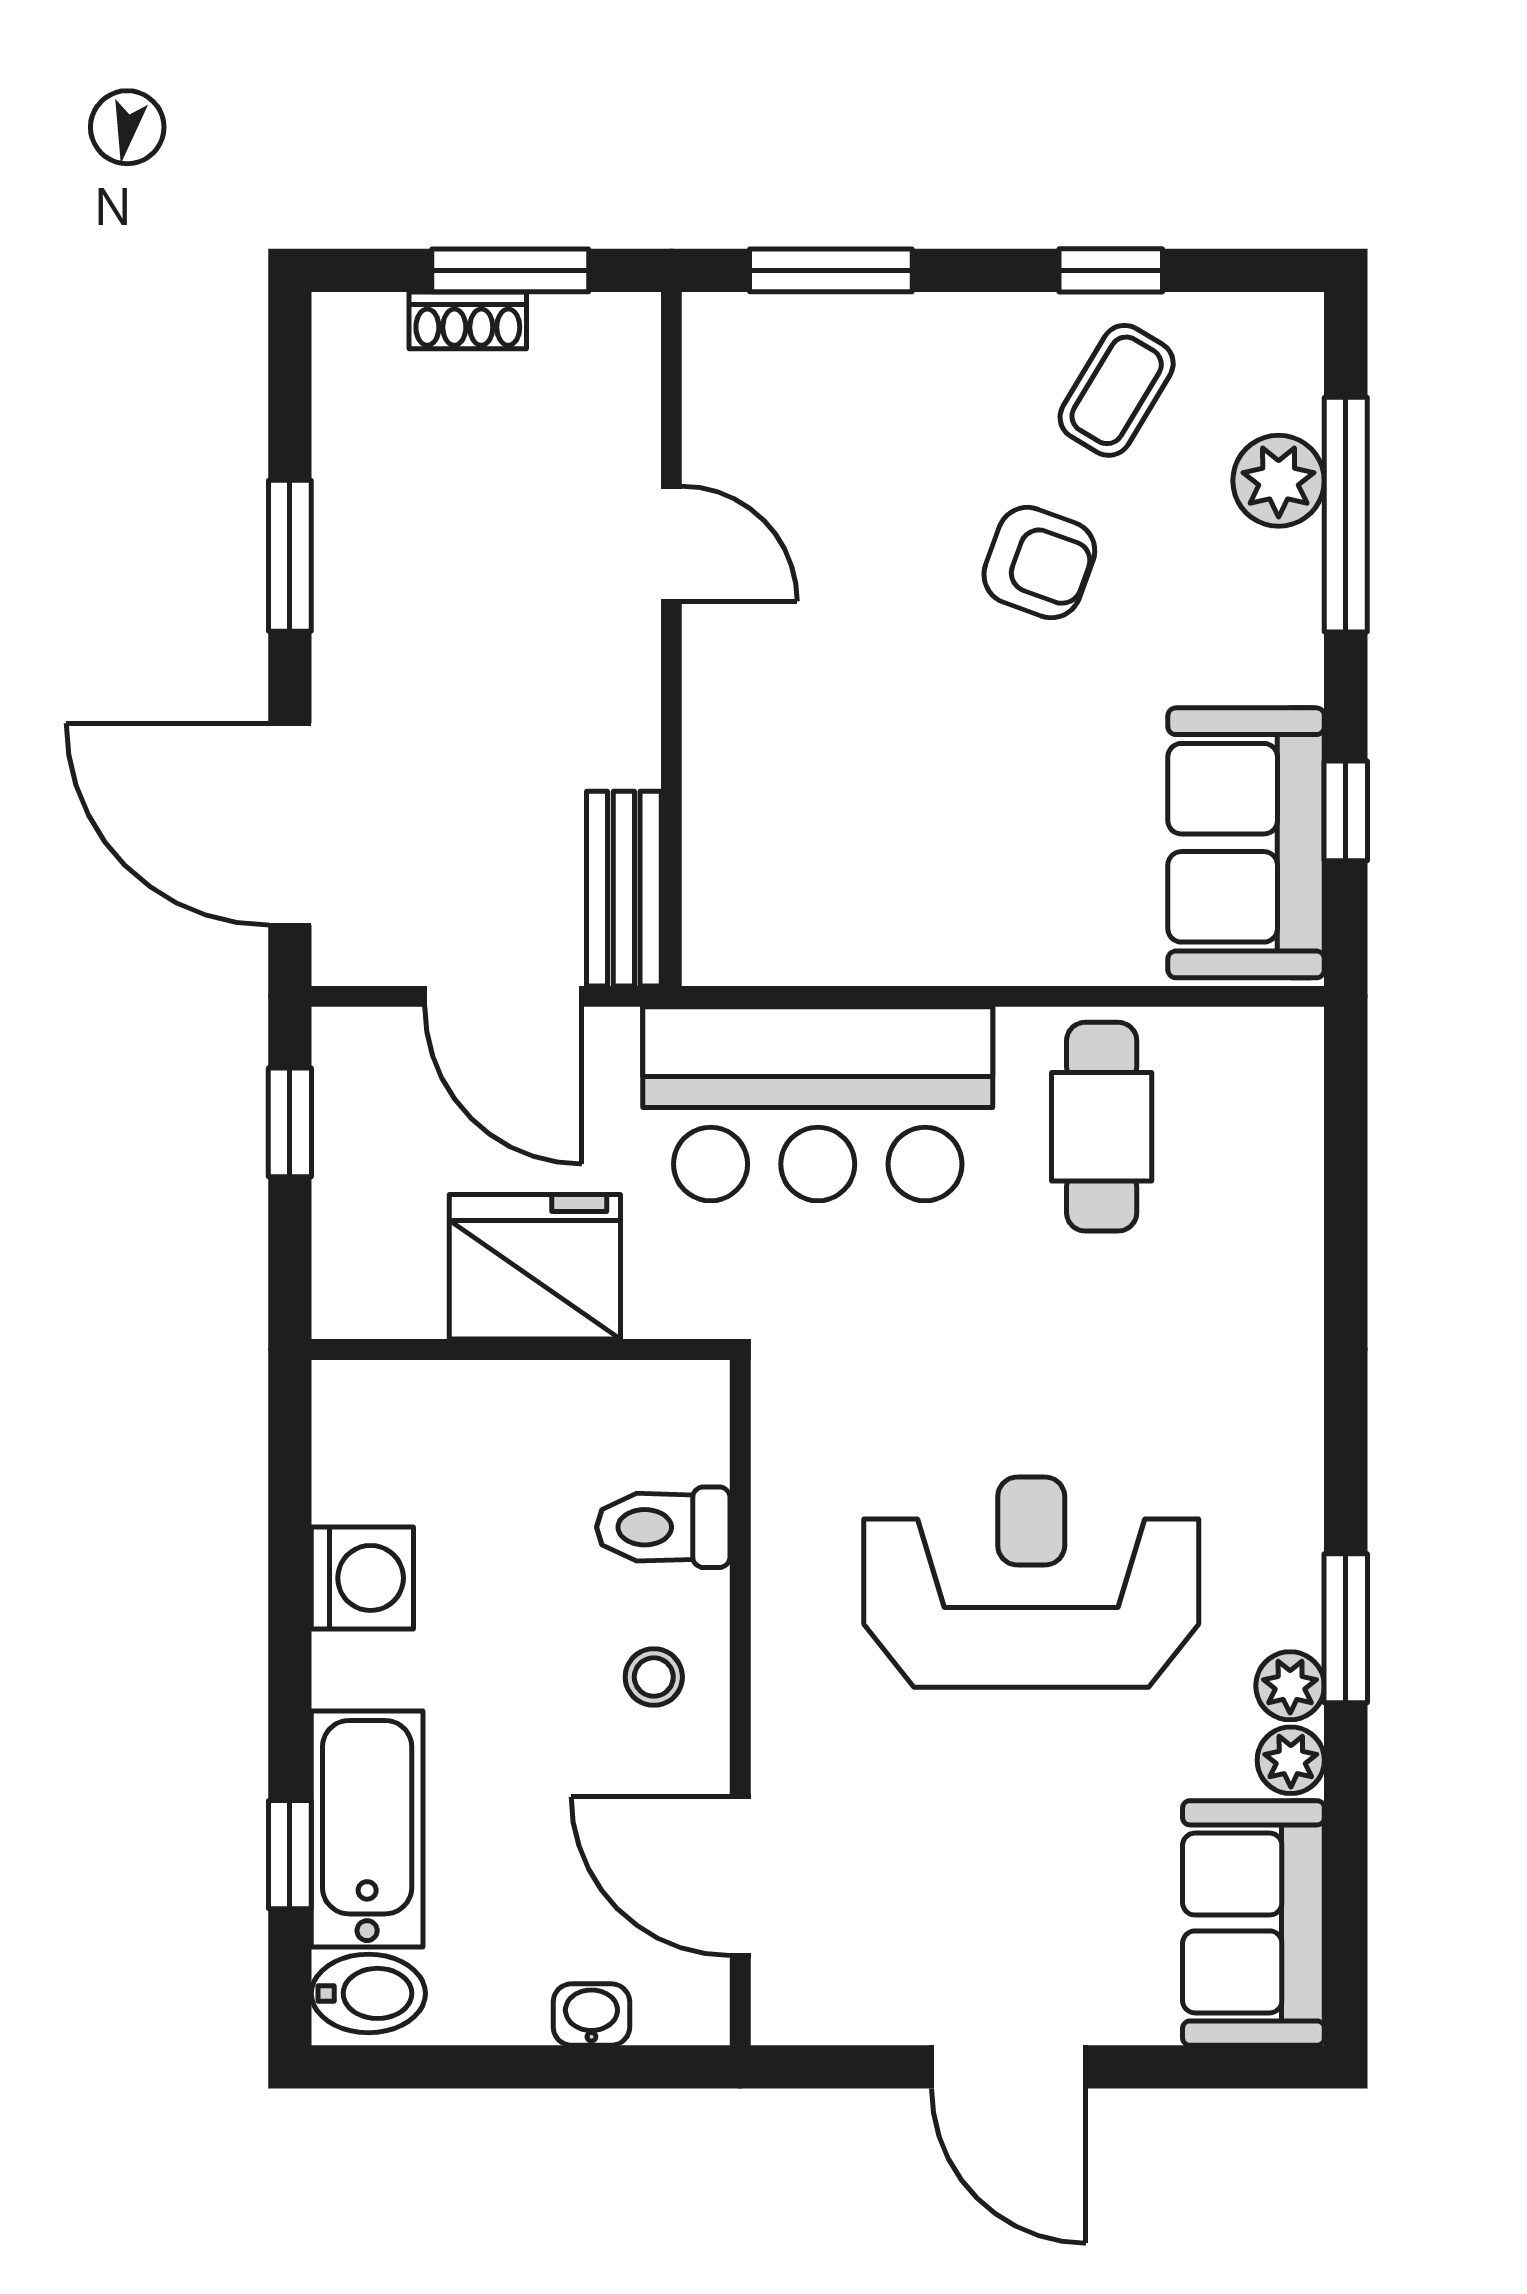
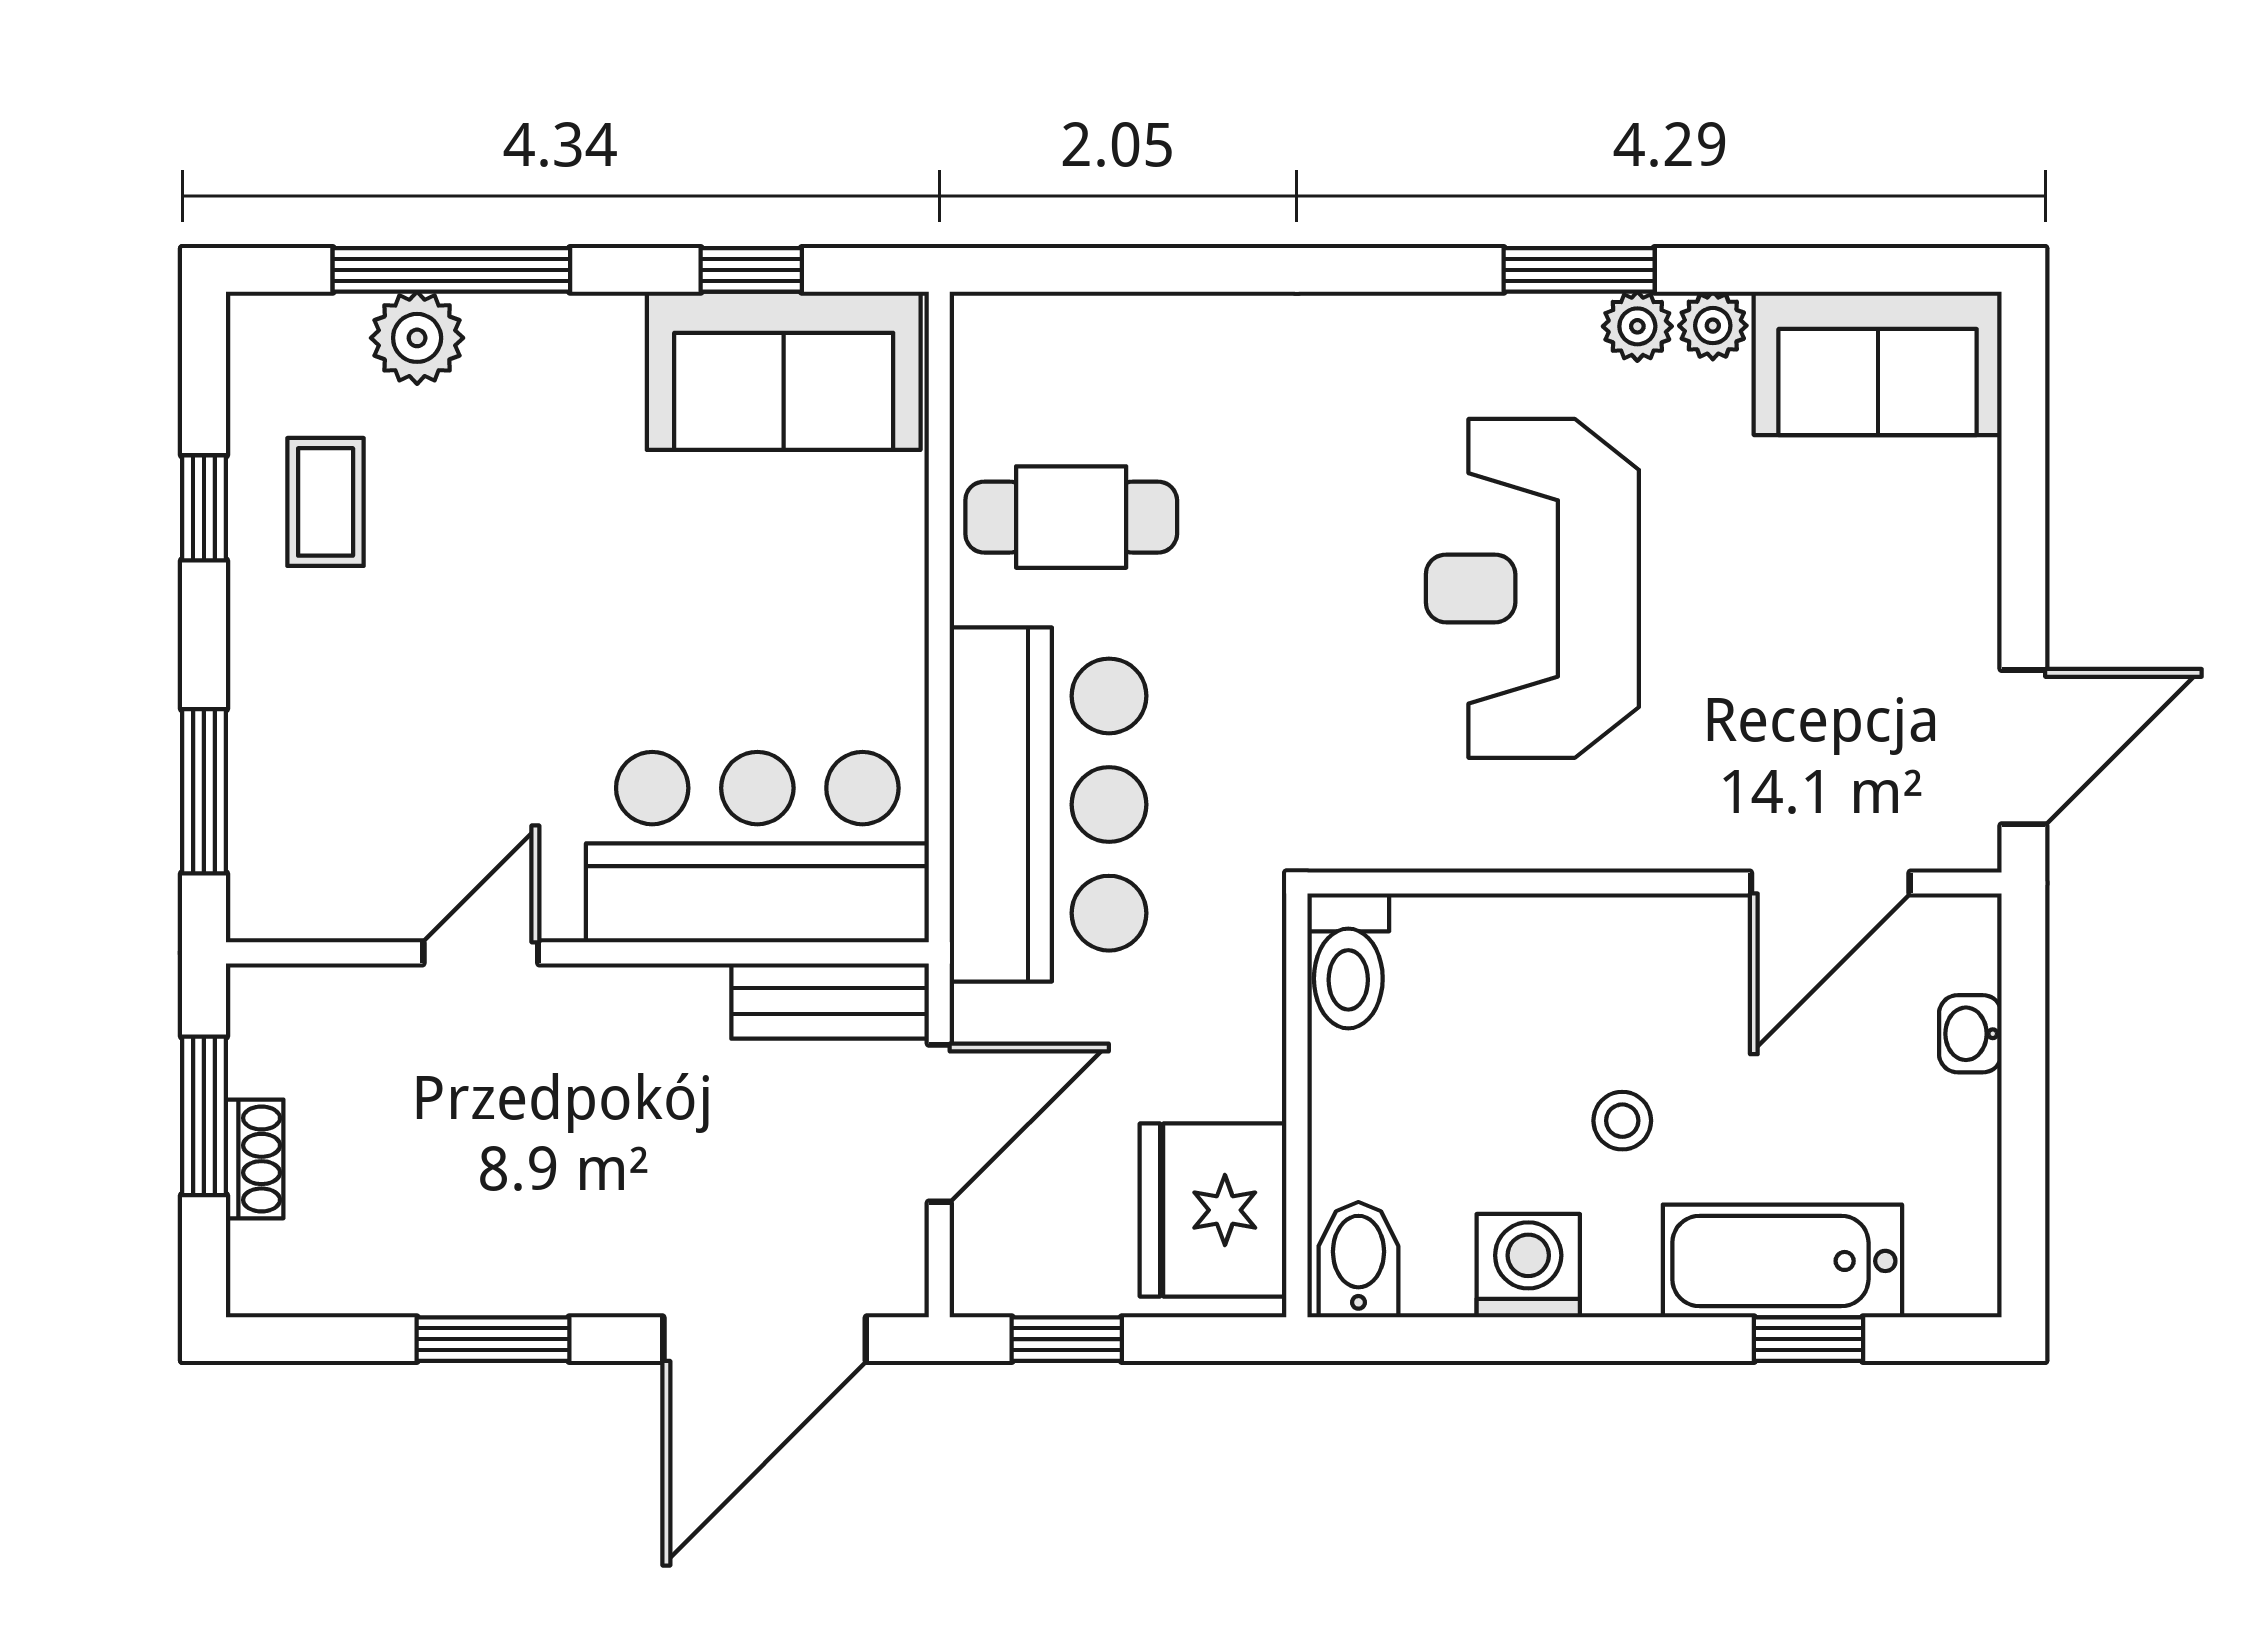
coffee table: (1117, 390) -> (326, 502), turned 59
armchair: (1039, 563) -> (500, 580), removed
bar counter: (776, 817) -> (757, 847), added
fridge: (535, 1267) -> (1213, 1210), moved
toilet: (663, 1527) -> (1348, 961), moved
stool: (654, 1677) -> (1622, 1121), moved
bidet: (368, 1993) -> (1358, 1260), moved
door: (1009, 2067) -> (2023, 747), moved

